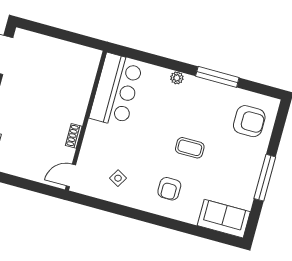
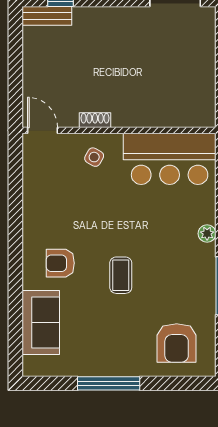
side table: (118, 178) -> (94, 157), moved
sofa: (224, 219) -> (41, 322), moved

